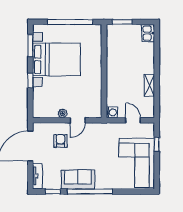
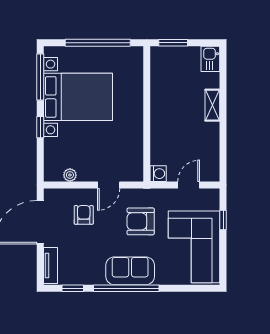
window: (30, 46) -> (40, 77), width x1.44
shelving: (149, 85) -> (212, 105), moved
plant: (63, 113) -> (70, 175), moved
door: (133, 120) -> (189, 185), hinge flipped
armchair: (100, 145) -> (141, 221), added
sofa: (78, 180) -> (130, 271), moved

